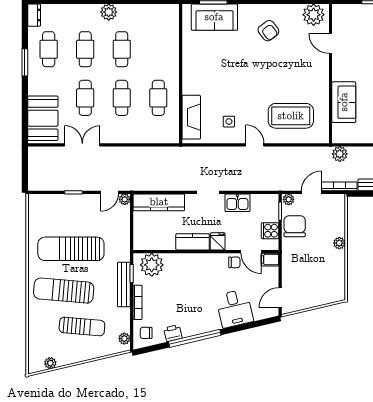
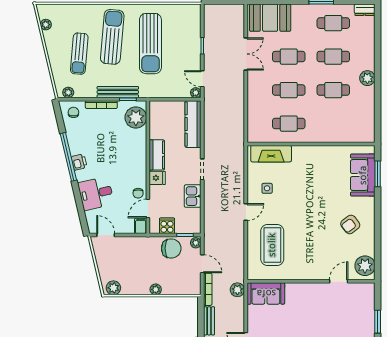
sofa: (344, 102) -> (266, 293), moved
sun lounger: (71, 249) -> (150, 44), turned 180
plant: (338, 289) -> (113, 288), added
printer: (173, 333) -> (79, 162), moved

